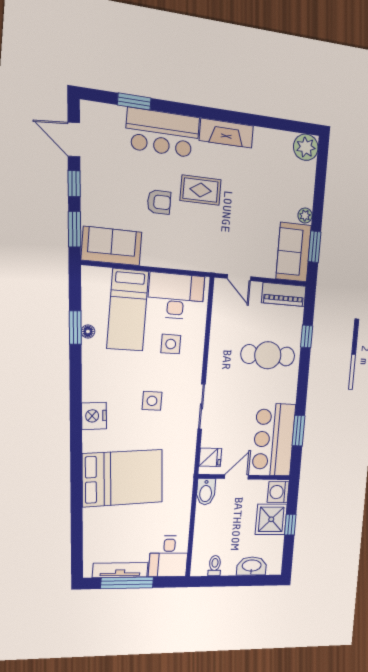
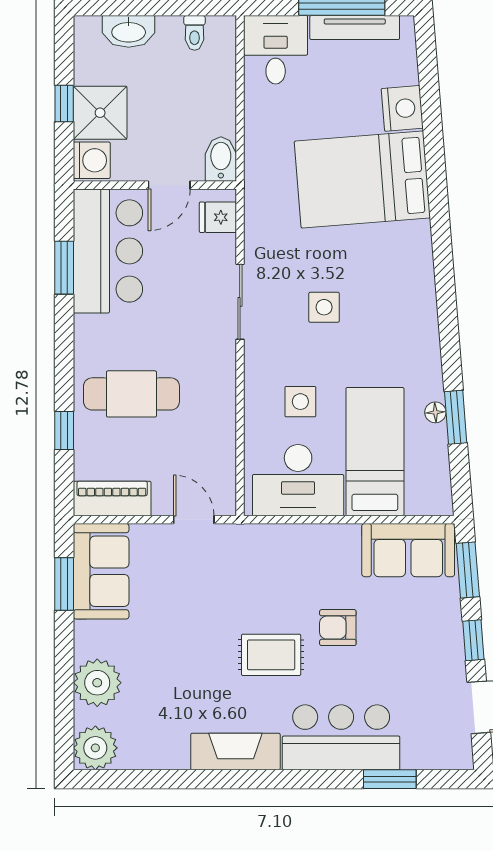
plant: (305, 216) -> (97, 683), moved, width x1.88, depth x1.88
nightstand: (94, 416) -> (402, 108), moved

